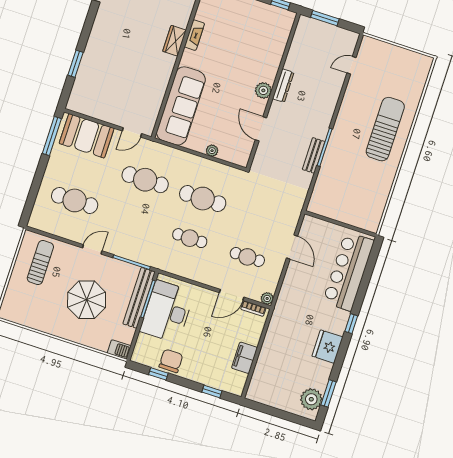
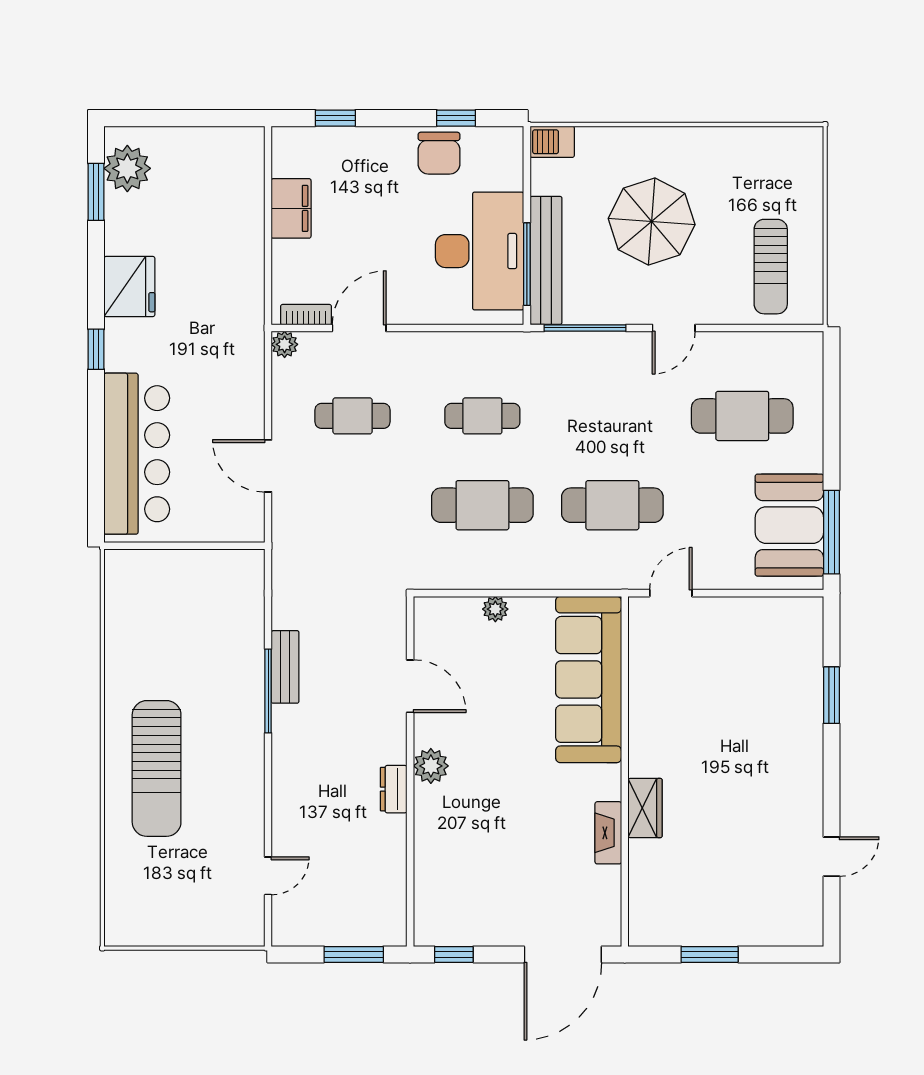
dresser: (283, 86) -> (394, 789), width x0.70
booth: (87, 136) -> (789, 525), moved, turned 90

